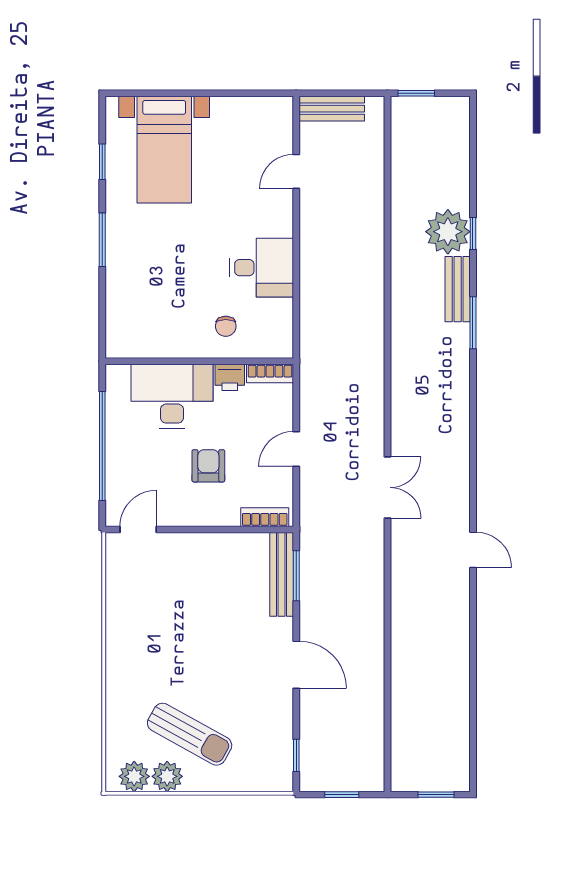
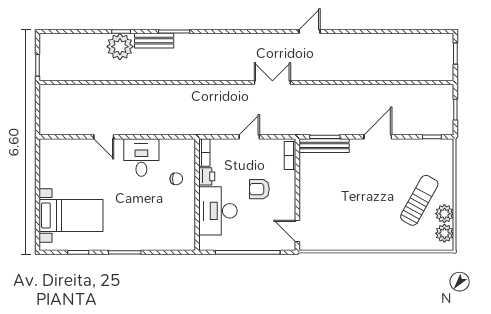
bench: (332, 109) -> (47, 116), removed
door: (296, 171) -> (104, 137), moved
door: (296, 449) -> (249, 137), swing flipped

